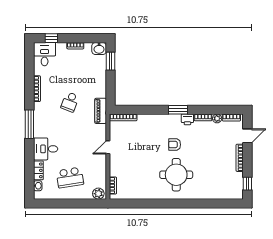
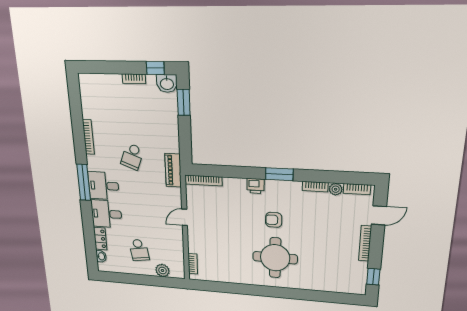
window: (51, 38) -> (155, 68), moved
desk: (45, 54) -> (104, 186), moved, turned -90
printer: (187, 119) -> (256, 186), moved
school desk: (70, 177) -> (139, 250), width x0.54
plant: (98, 194) -> (162, 270), moved

